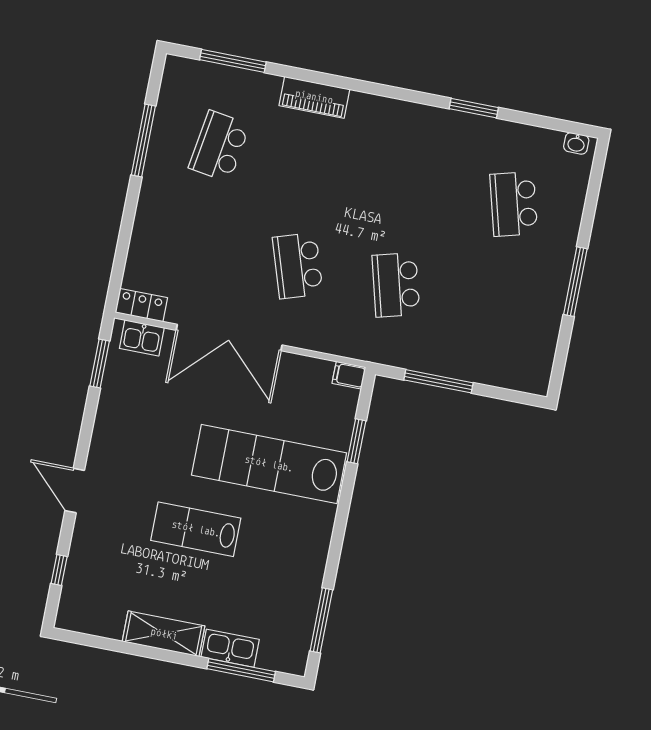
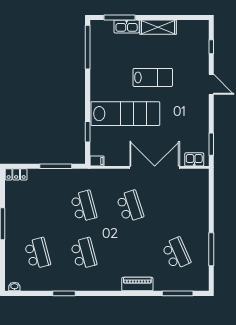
school desk: (219, 146) -> (176, 253), turned -33
school desk: (415, 185) -> (84, 253), added
locker: (141, 305) -> (16, 174), moved
window: (321, 620) -> (88, 47), width x1.46

